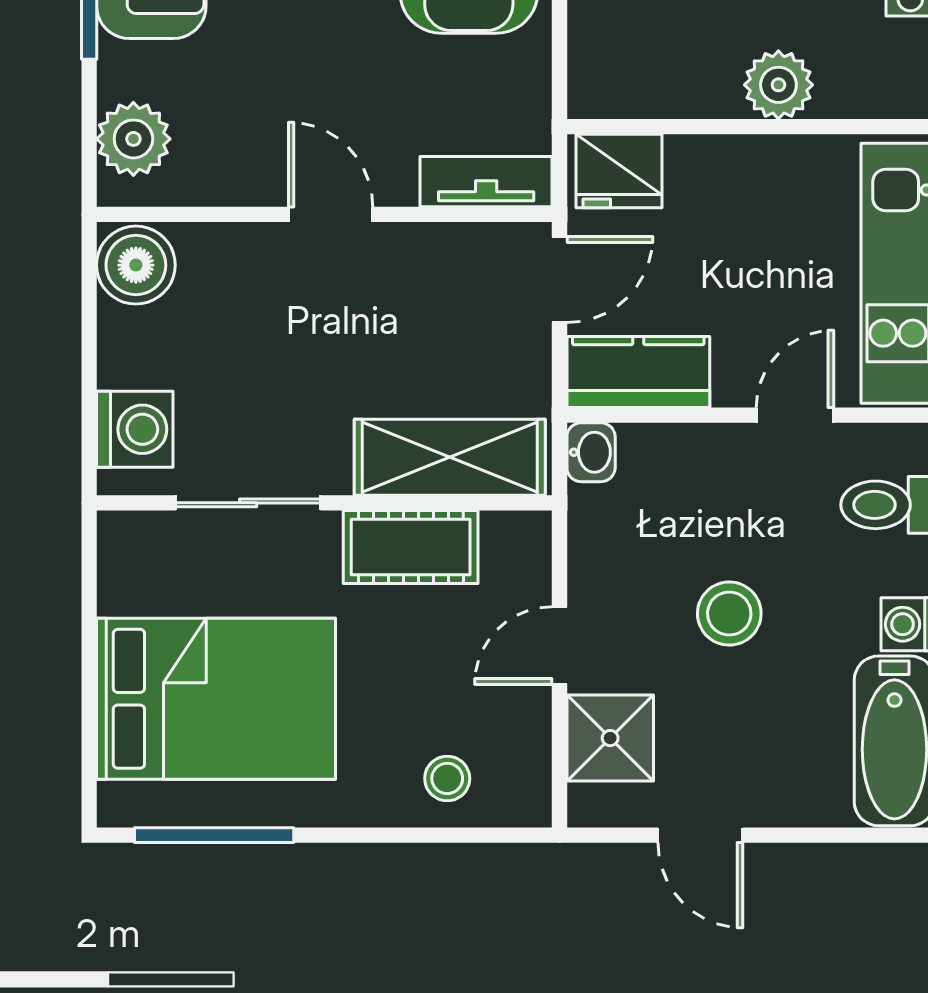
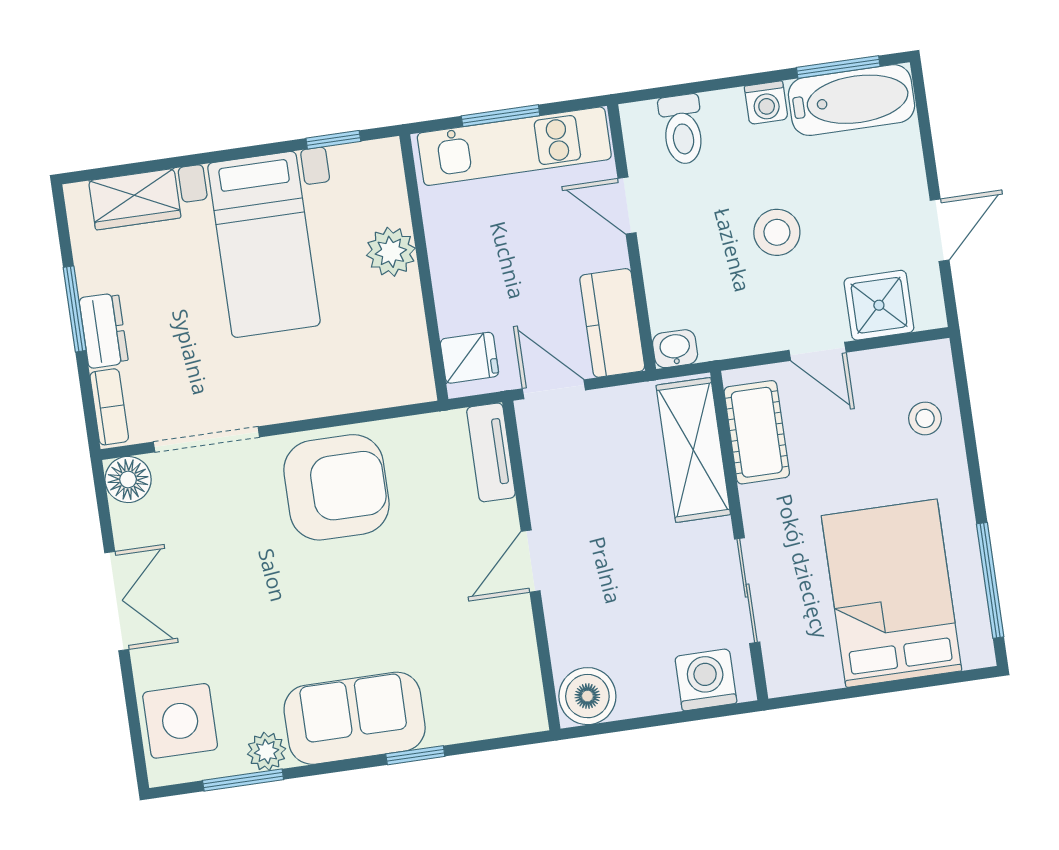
plant: (133, 139) -> (497, 711), removed
fridge: (619, 171) -> (469, 358), width x0.72
cot: (411, 547) -> (757, 432), moved

